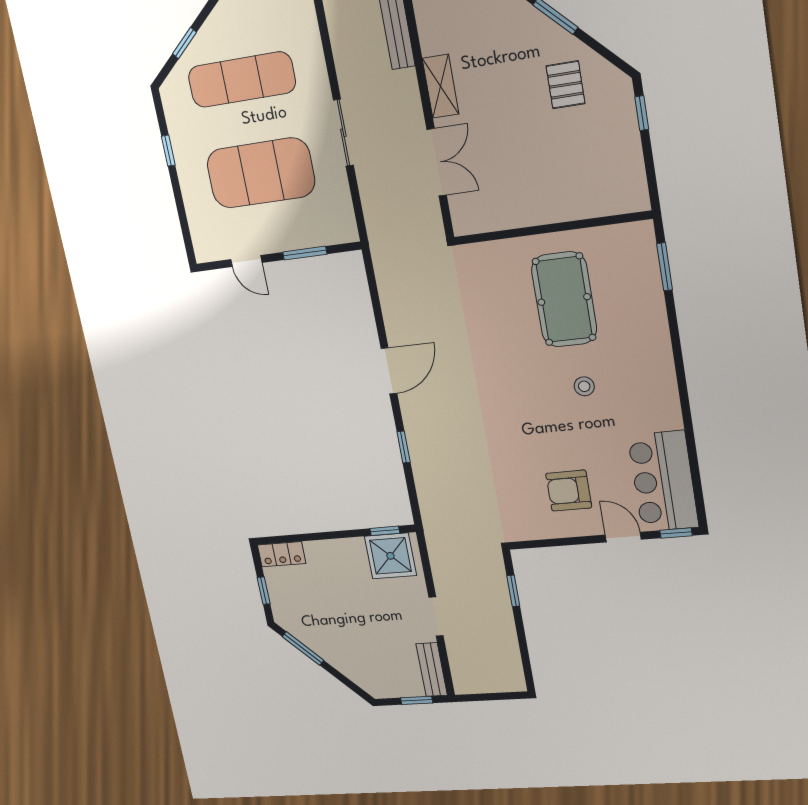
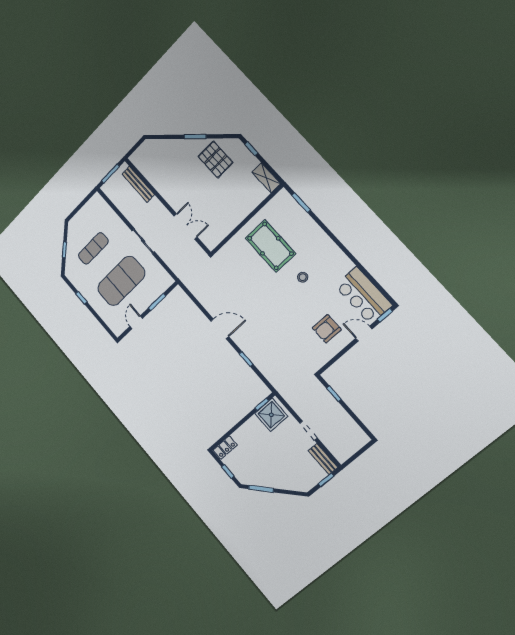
exercise mat: (242, 80) -> (93, 248), width x0.73, depth x0.69
pallet: (566, 85) -> (215, 159), width x1.50, depth x1.42
shelving: (441, 86) -> (266, 178), moved
door: (246, 261) -> (136, 322), swing flipped
door: (389, 371) -> (220, 329), hinge flipped

